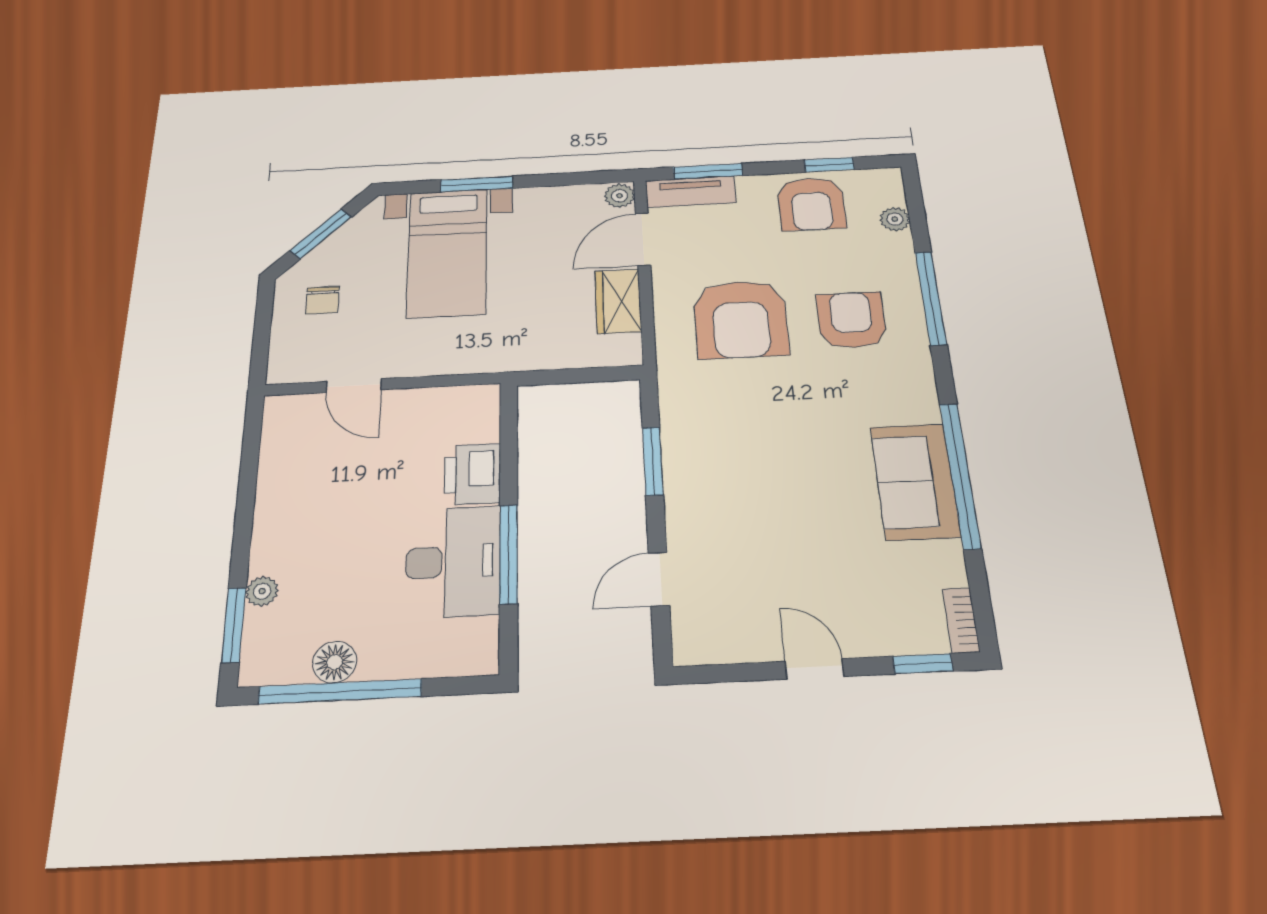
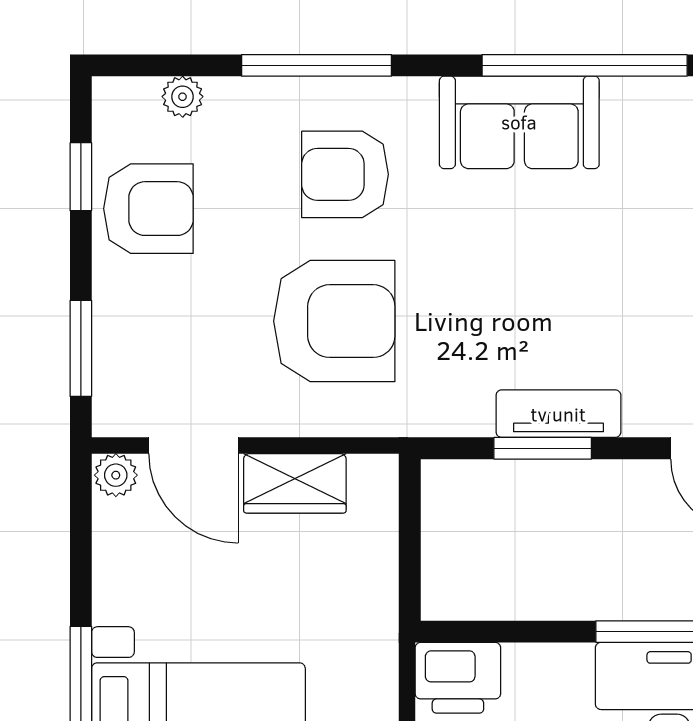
tv unit: (691, 192) -> (558, 414), moved, turned -90
printer: (472, 474) -> (458, 678), moved
sofa: (915, 481) -> (519, 122), moved

